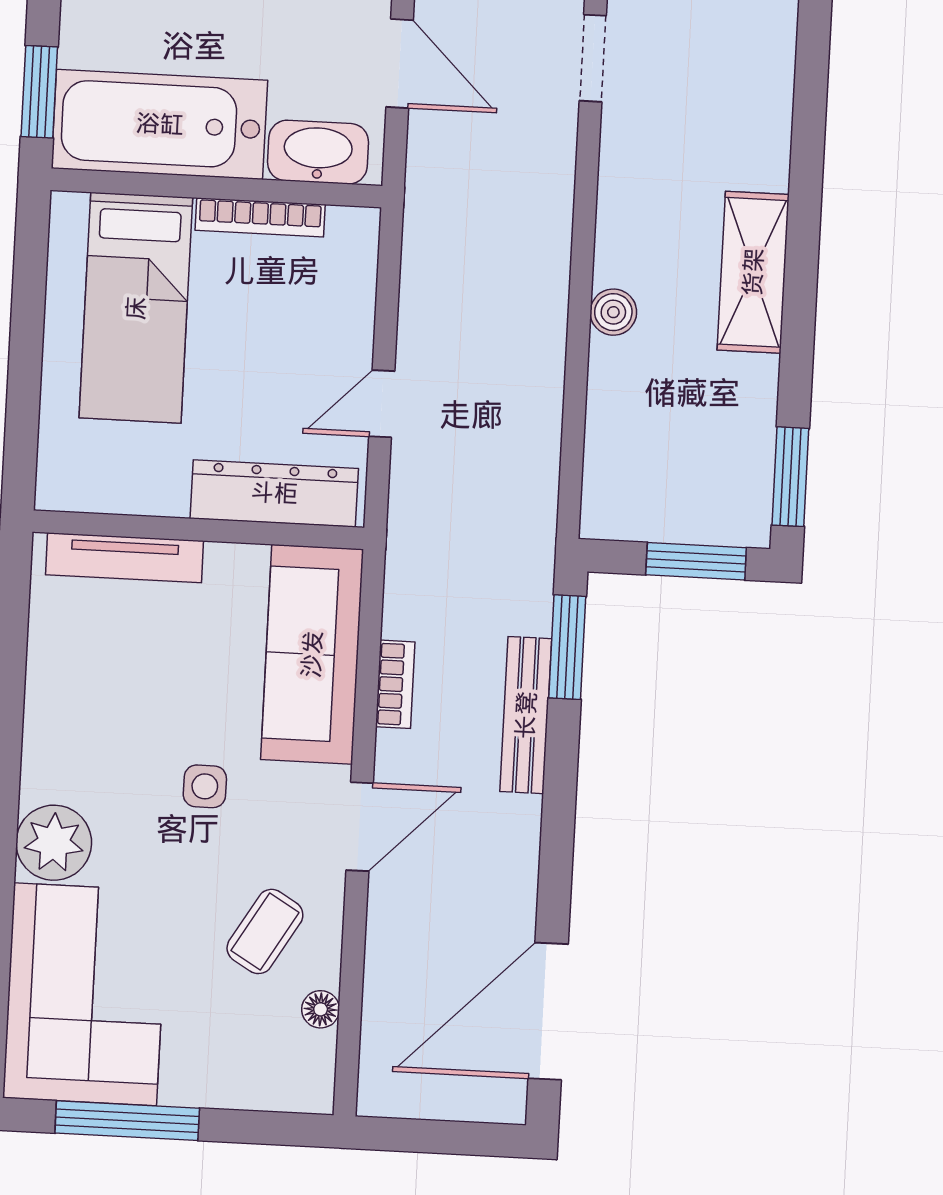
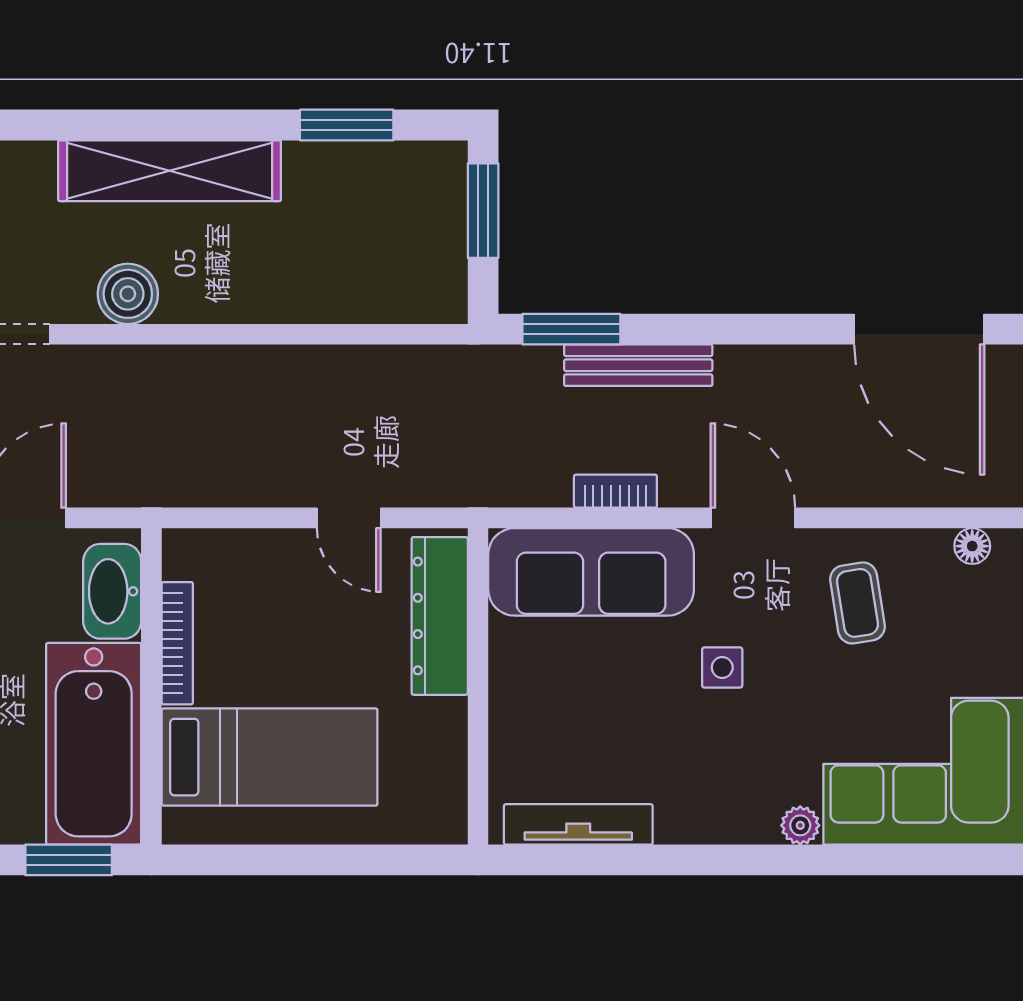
shelving: (753, 272) -> (170, 171), width x1.47
boiler: (613, 312) -> (128, 294), moved, width x1.36, depth x1.36
window: (790, 477) -> (347, 125), moved
tv unit: (125, 558) -> (578, 824), moved, turned -90
plant: (54, 843) -> (800, 825), width x0.53, depth x0.53
coffee table: (265, 931) -> (857, 603), turned 50
floor lamp: (321, 1009) -> (972, 546), moved

